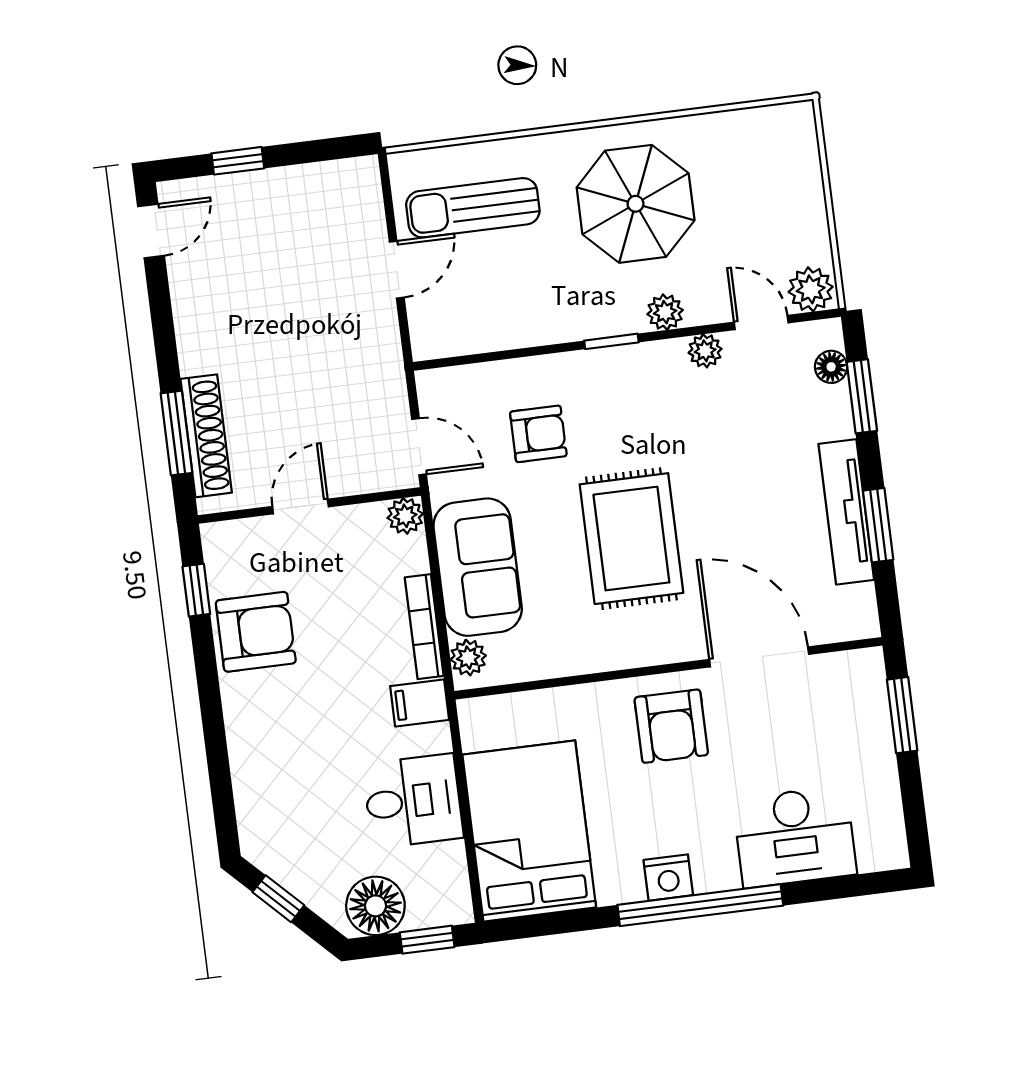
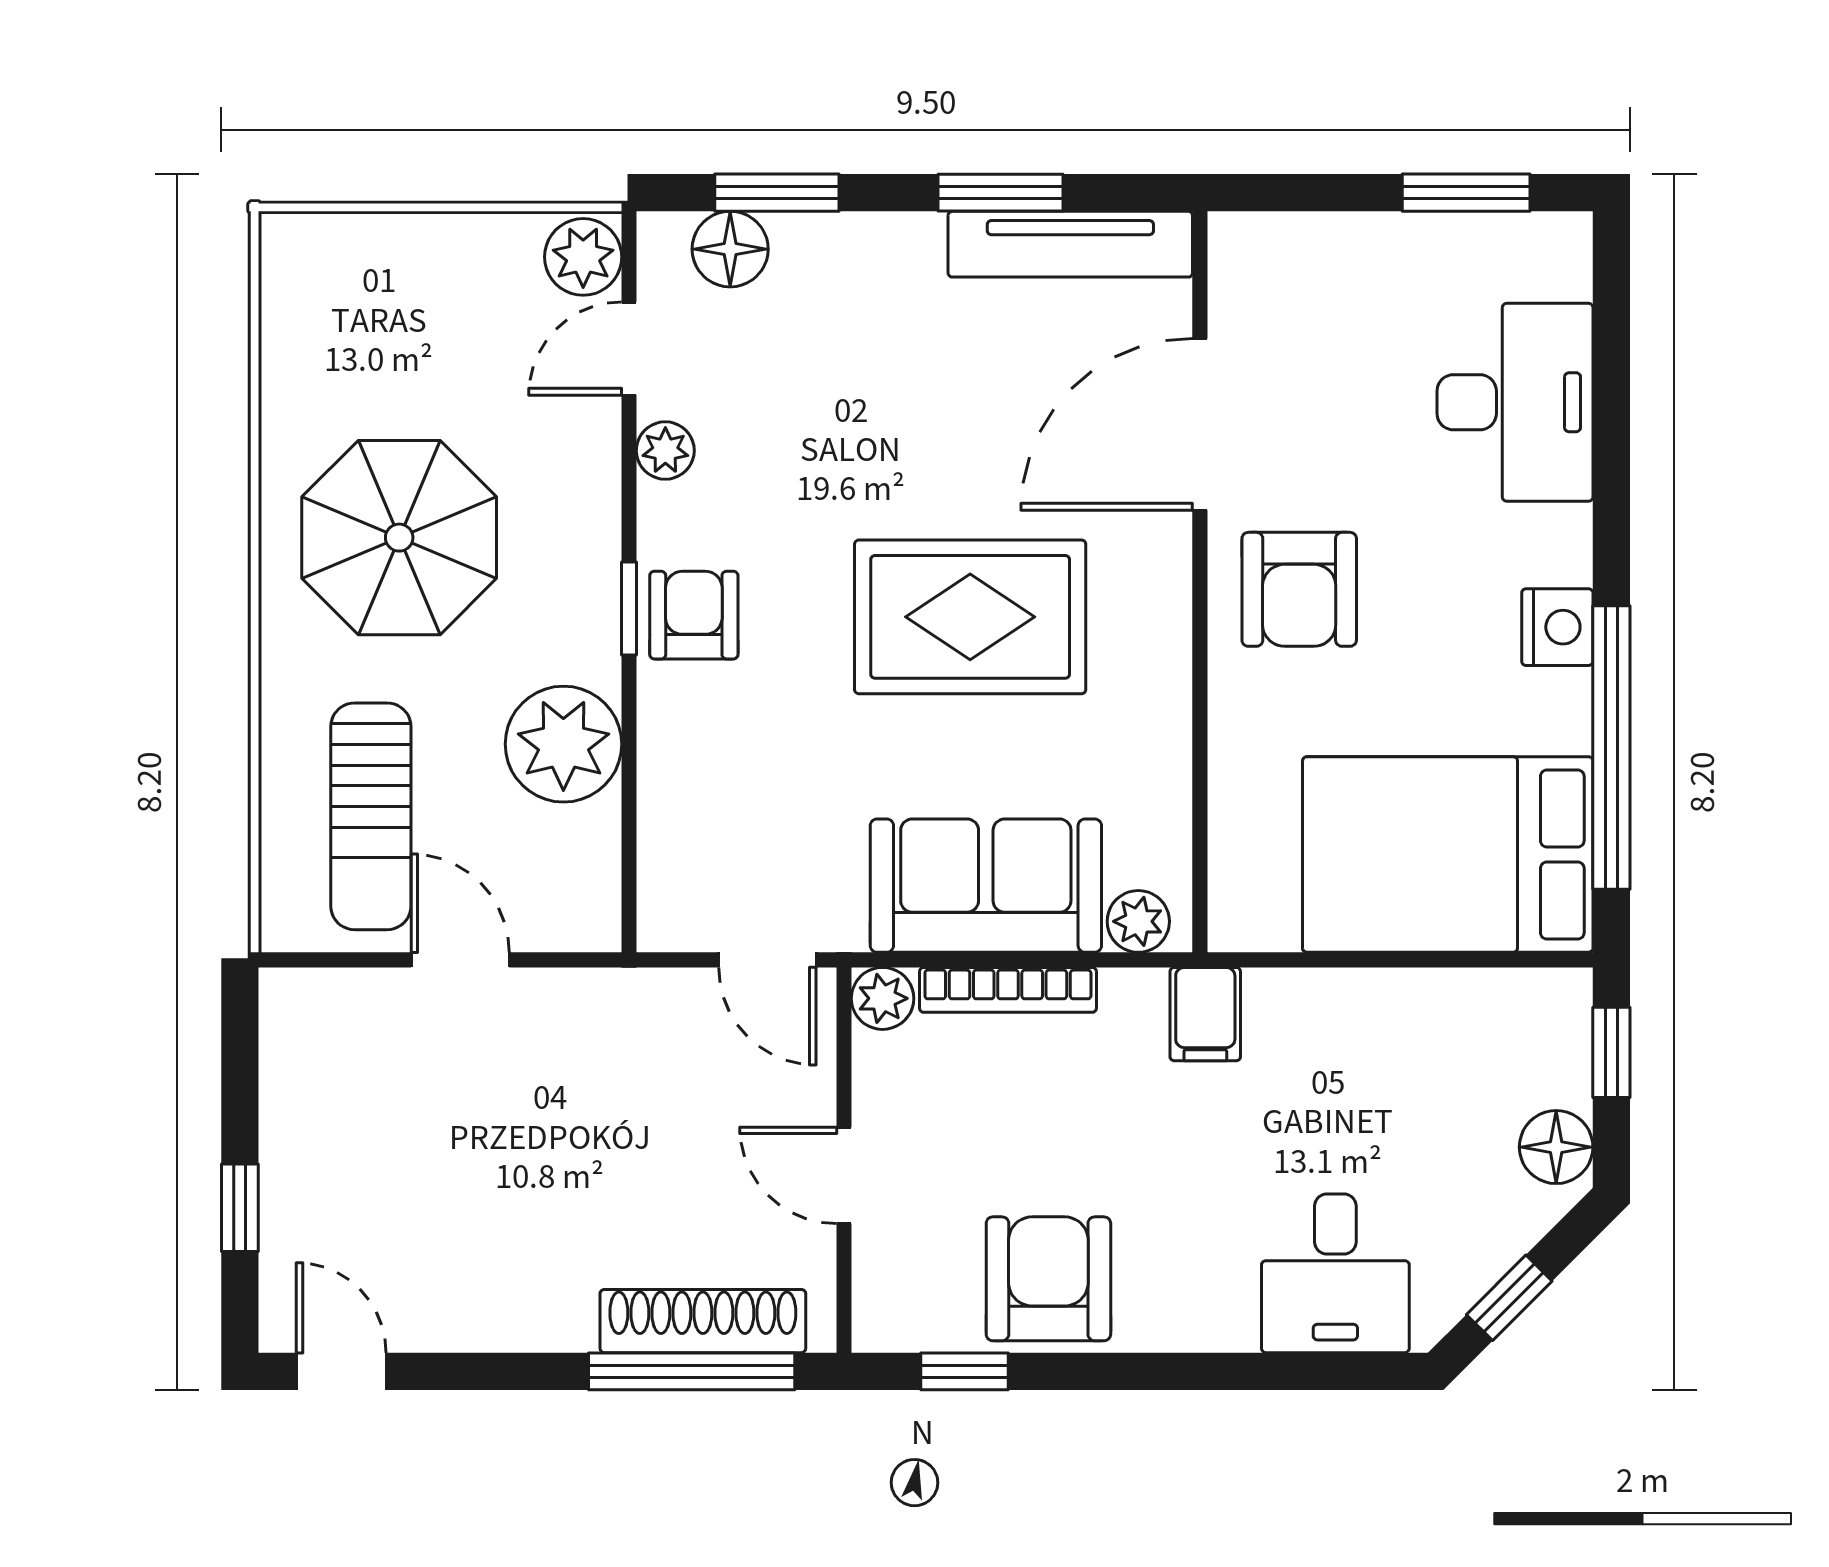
plant: (665, 312) -> (563, 744), moved, width x1.87, depth x1.87
floor lamp: (831, 367) -> (730, 249), width x1.37, depth x1.37
window: (176, 433) -> (692, 1371), width x1.44
armchair: (538, 434) -> (694, 615), moved
door: (419, 447) -> (767, 960), swing flipped
tv unit: (846, 512) -> (1070, 244), moved
bookcase: (424, 627) -> (1008, 990), moved
window: (902, 715) -> (1466, 193), moved
armchair: (671, 726) -> (1299, 589), turned 90
desk: (413, 801) -> (1335, 1273), moved, turned 180
window: (700, 905) -> (1611, 748), moved
floor lamp: (375, 906) -> (1556, 1147), width x0.73, depth x0.73

